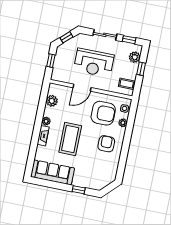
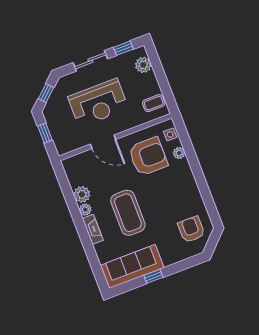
window: (141, 69) -> (160, 74), removed
door: (82, 88) -> (103, 142), hinge flipped
plant: (52, 101) -> (82, 194), moved
armchair: (106, 144) -> (191, 229), moved
window: (79, 190) -> (153, 276), moved

